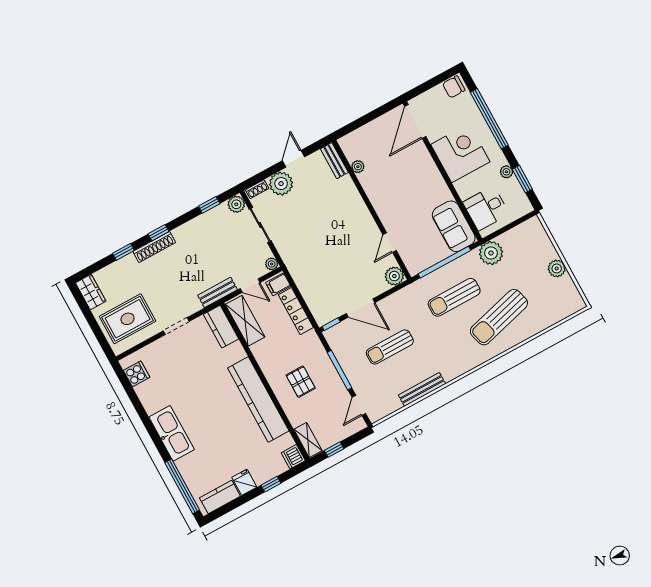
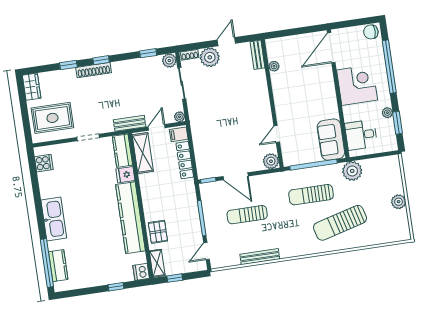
door: (250, 286) -> (157, 127), swing flipped
pallet: (301, 382) -> (158, 232), moved
fridge: (244, 482) -> (125, 175), moved, turned -90
kitchen counter: (220, 497) -> (58, 266), moved, turned 90

